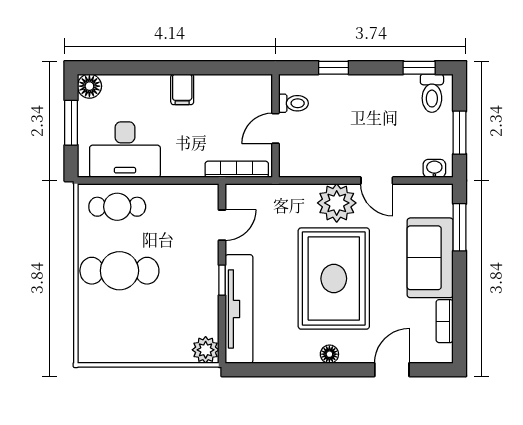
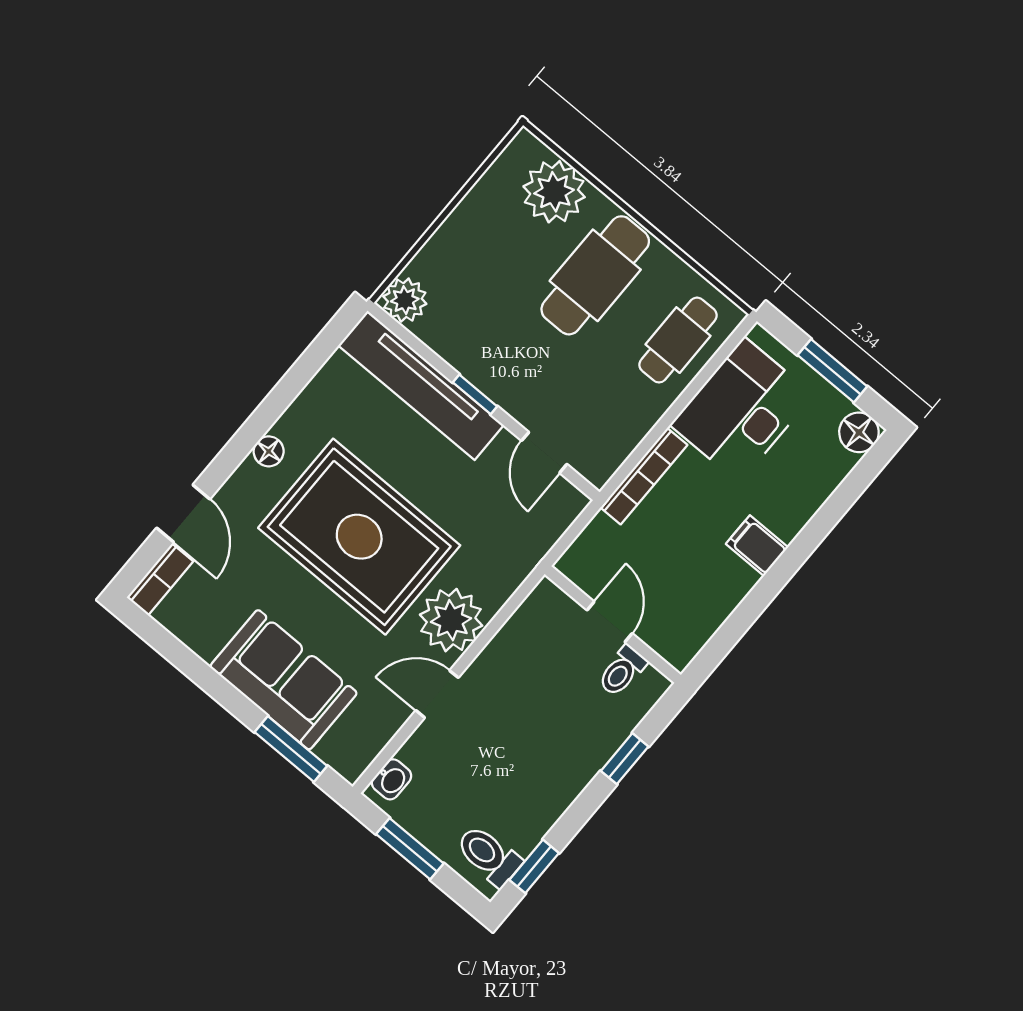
bookcase: (237, 169) -> (644, 476), moved
bookcase: (445, 321) -> (160, 579), moved, turned 90
plant: (97, 323) -> (554, 192), added

